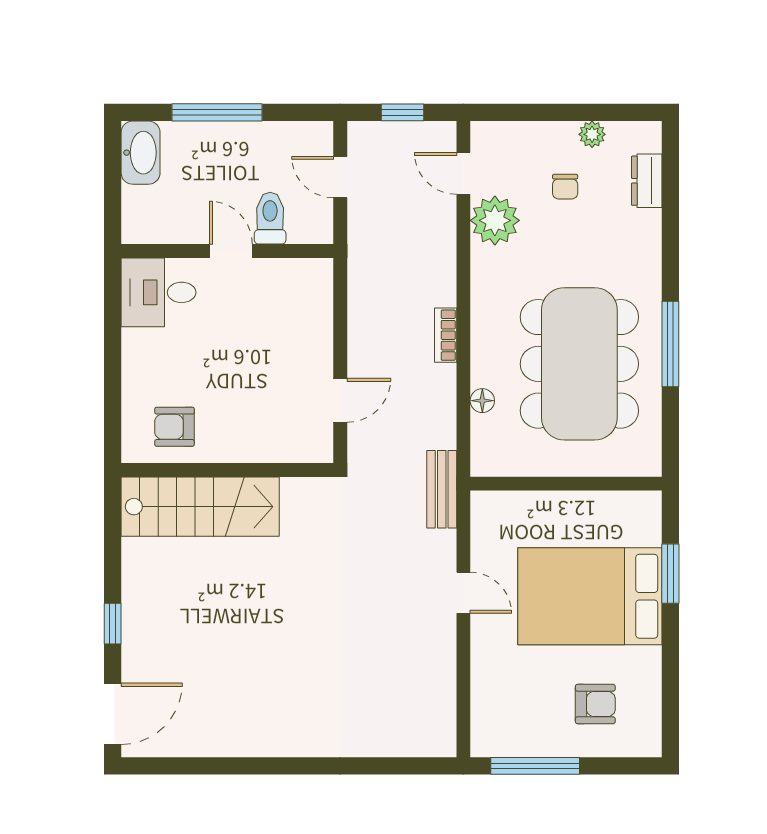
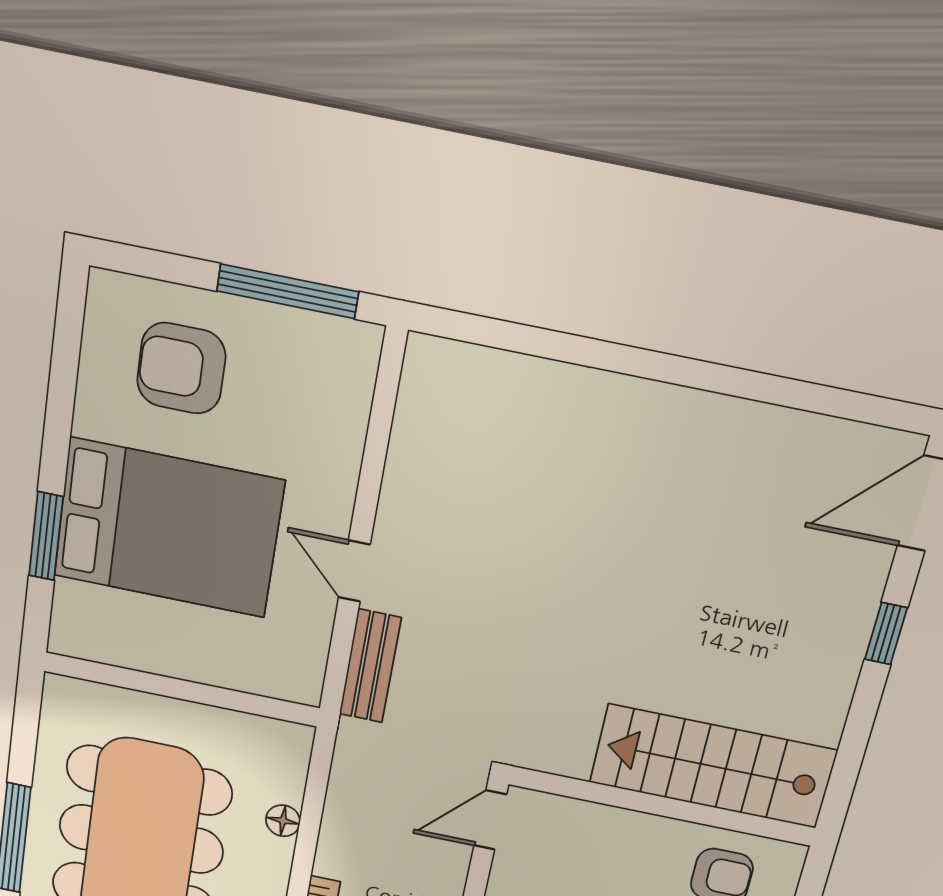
door: (340, 400) -> (490, 820), moved
bench: (442, 489) -> (370, 666), moved
armchair: (595, 704) -> (181, 368), width x1.38, depth x1.38

